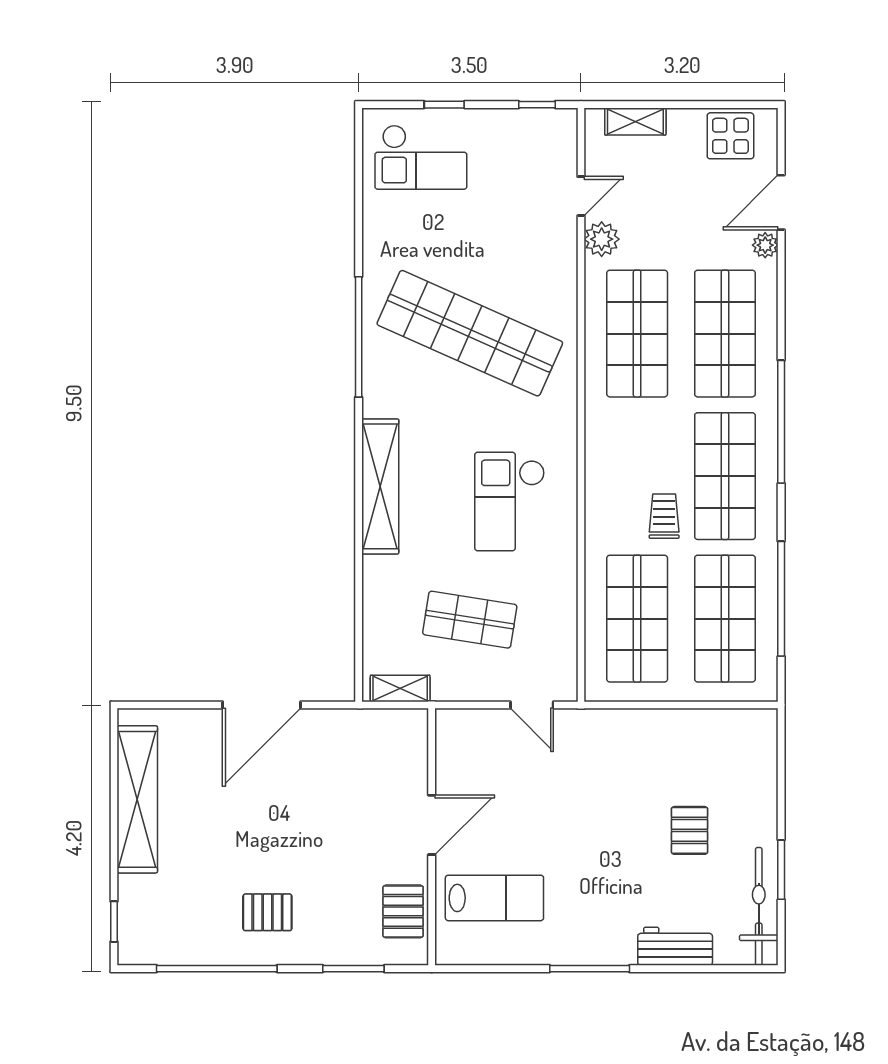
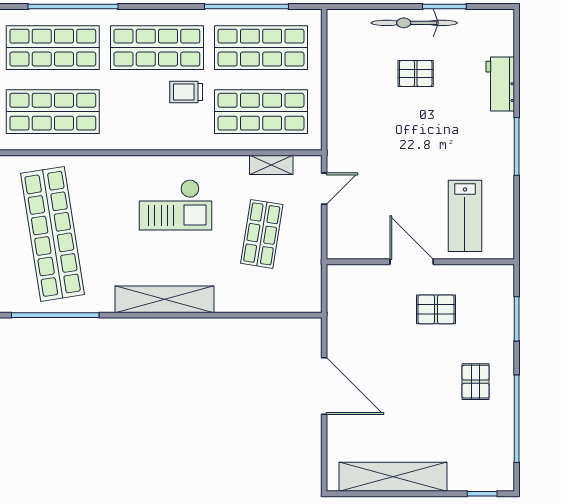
shop shelf: (470, 333) -> (53, 234), turned -33
window: (781, 422) -> (73, 7), moved
shelving: (400, 688) -> (271, 165), moved, turned 90
lab bench: (494, 898) -> (465, 216), turned 180
bicycle: (759, 906) -> (414, 23), moved
pallet: (403, 911) -> (436, 309), moved

